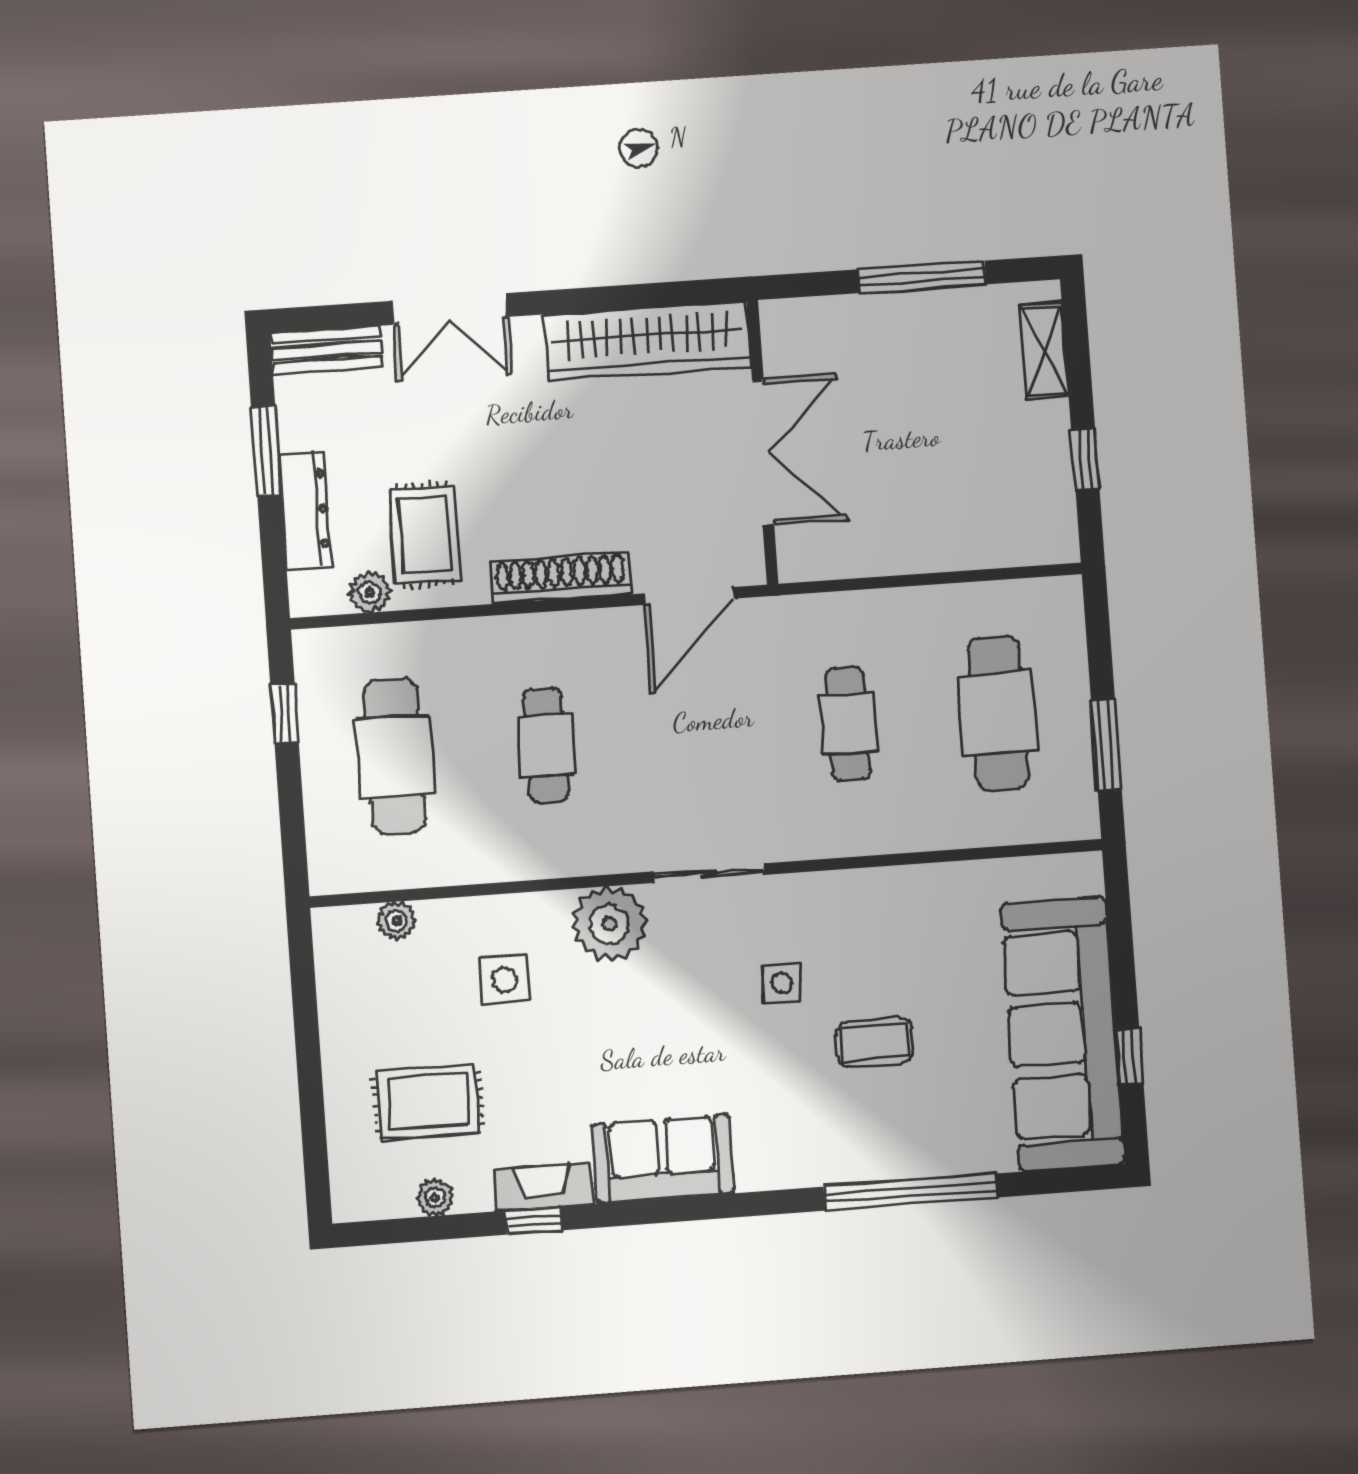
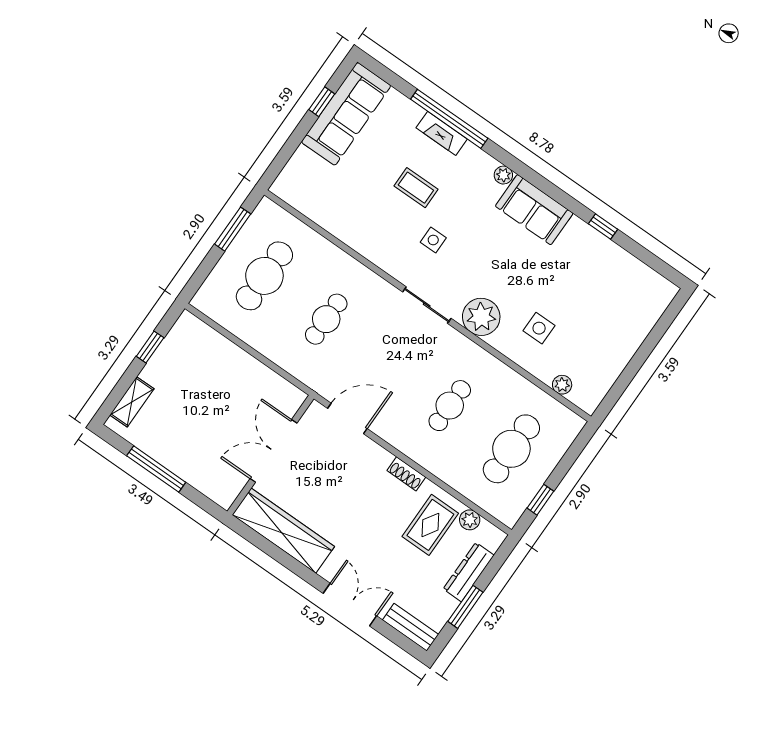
shoe rack: (561, 578) -> (406, 474), width x0.51, depth x0.81
sofa: (1063, 1034) -> (346, 114), width x0.74, depth x0.79
rug: (428, 1102) -> (606, 305), removed
fireplace: (543, 1187) -> (442, 133), moved
plant: (435, 1197) -> (503, 175), moved

